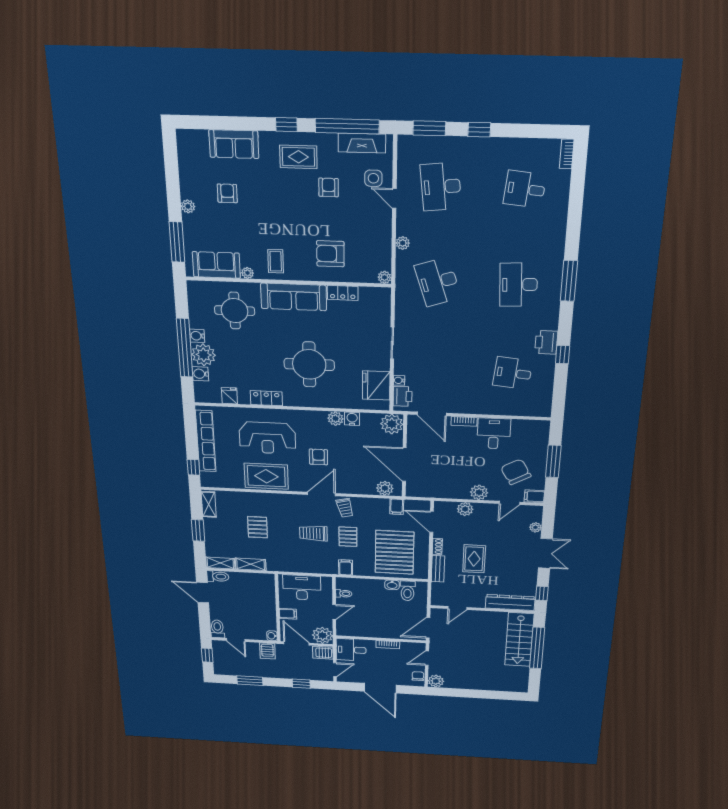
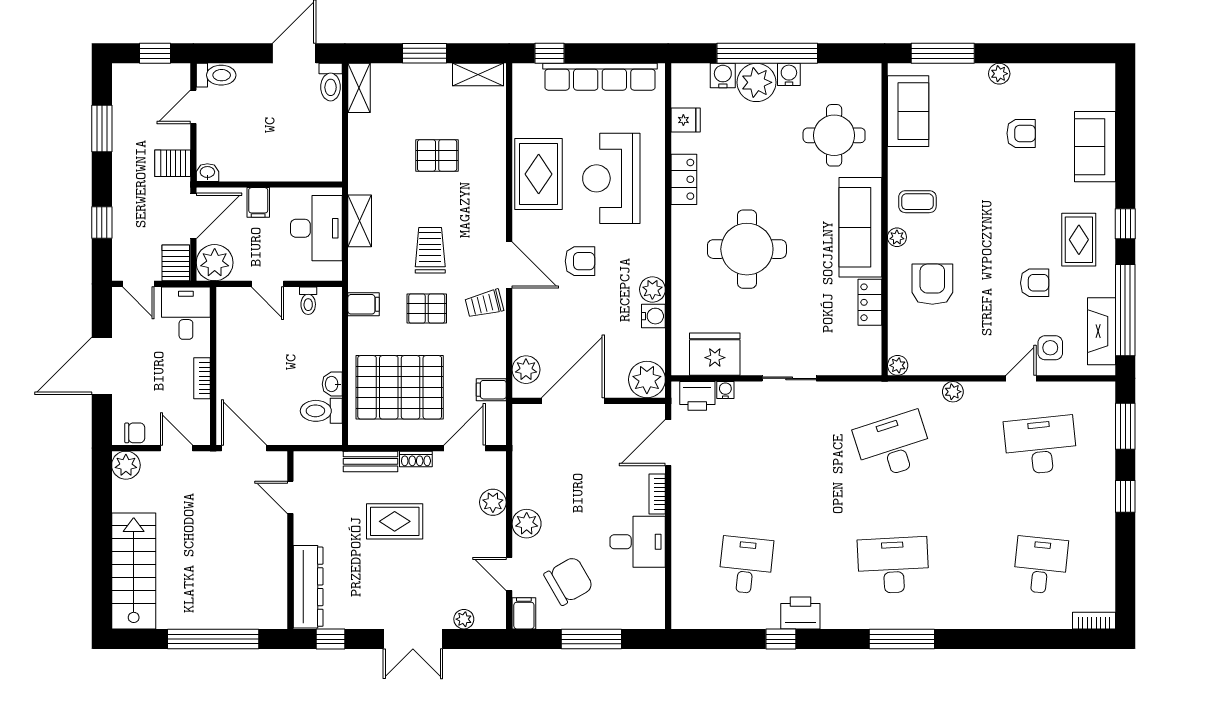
plant: (247, 273) -> (897, 237), moved
shelving: (251, 564) -> (360, 221), moved
stairs: (519, 640) -> (134, 571), moved, turned 90

